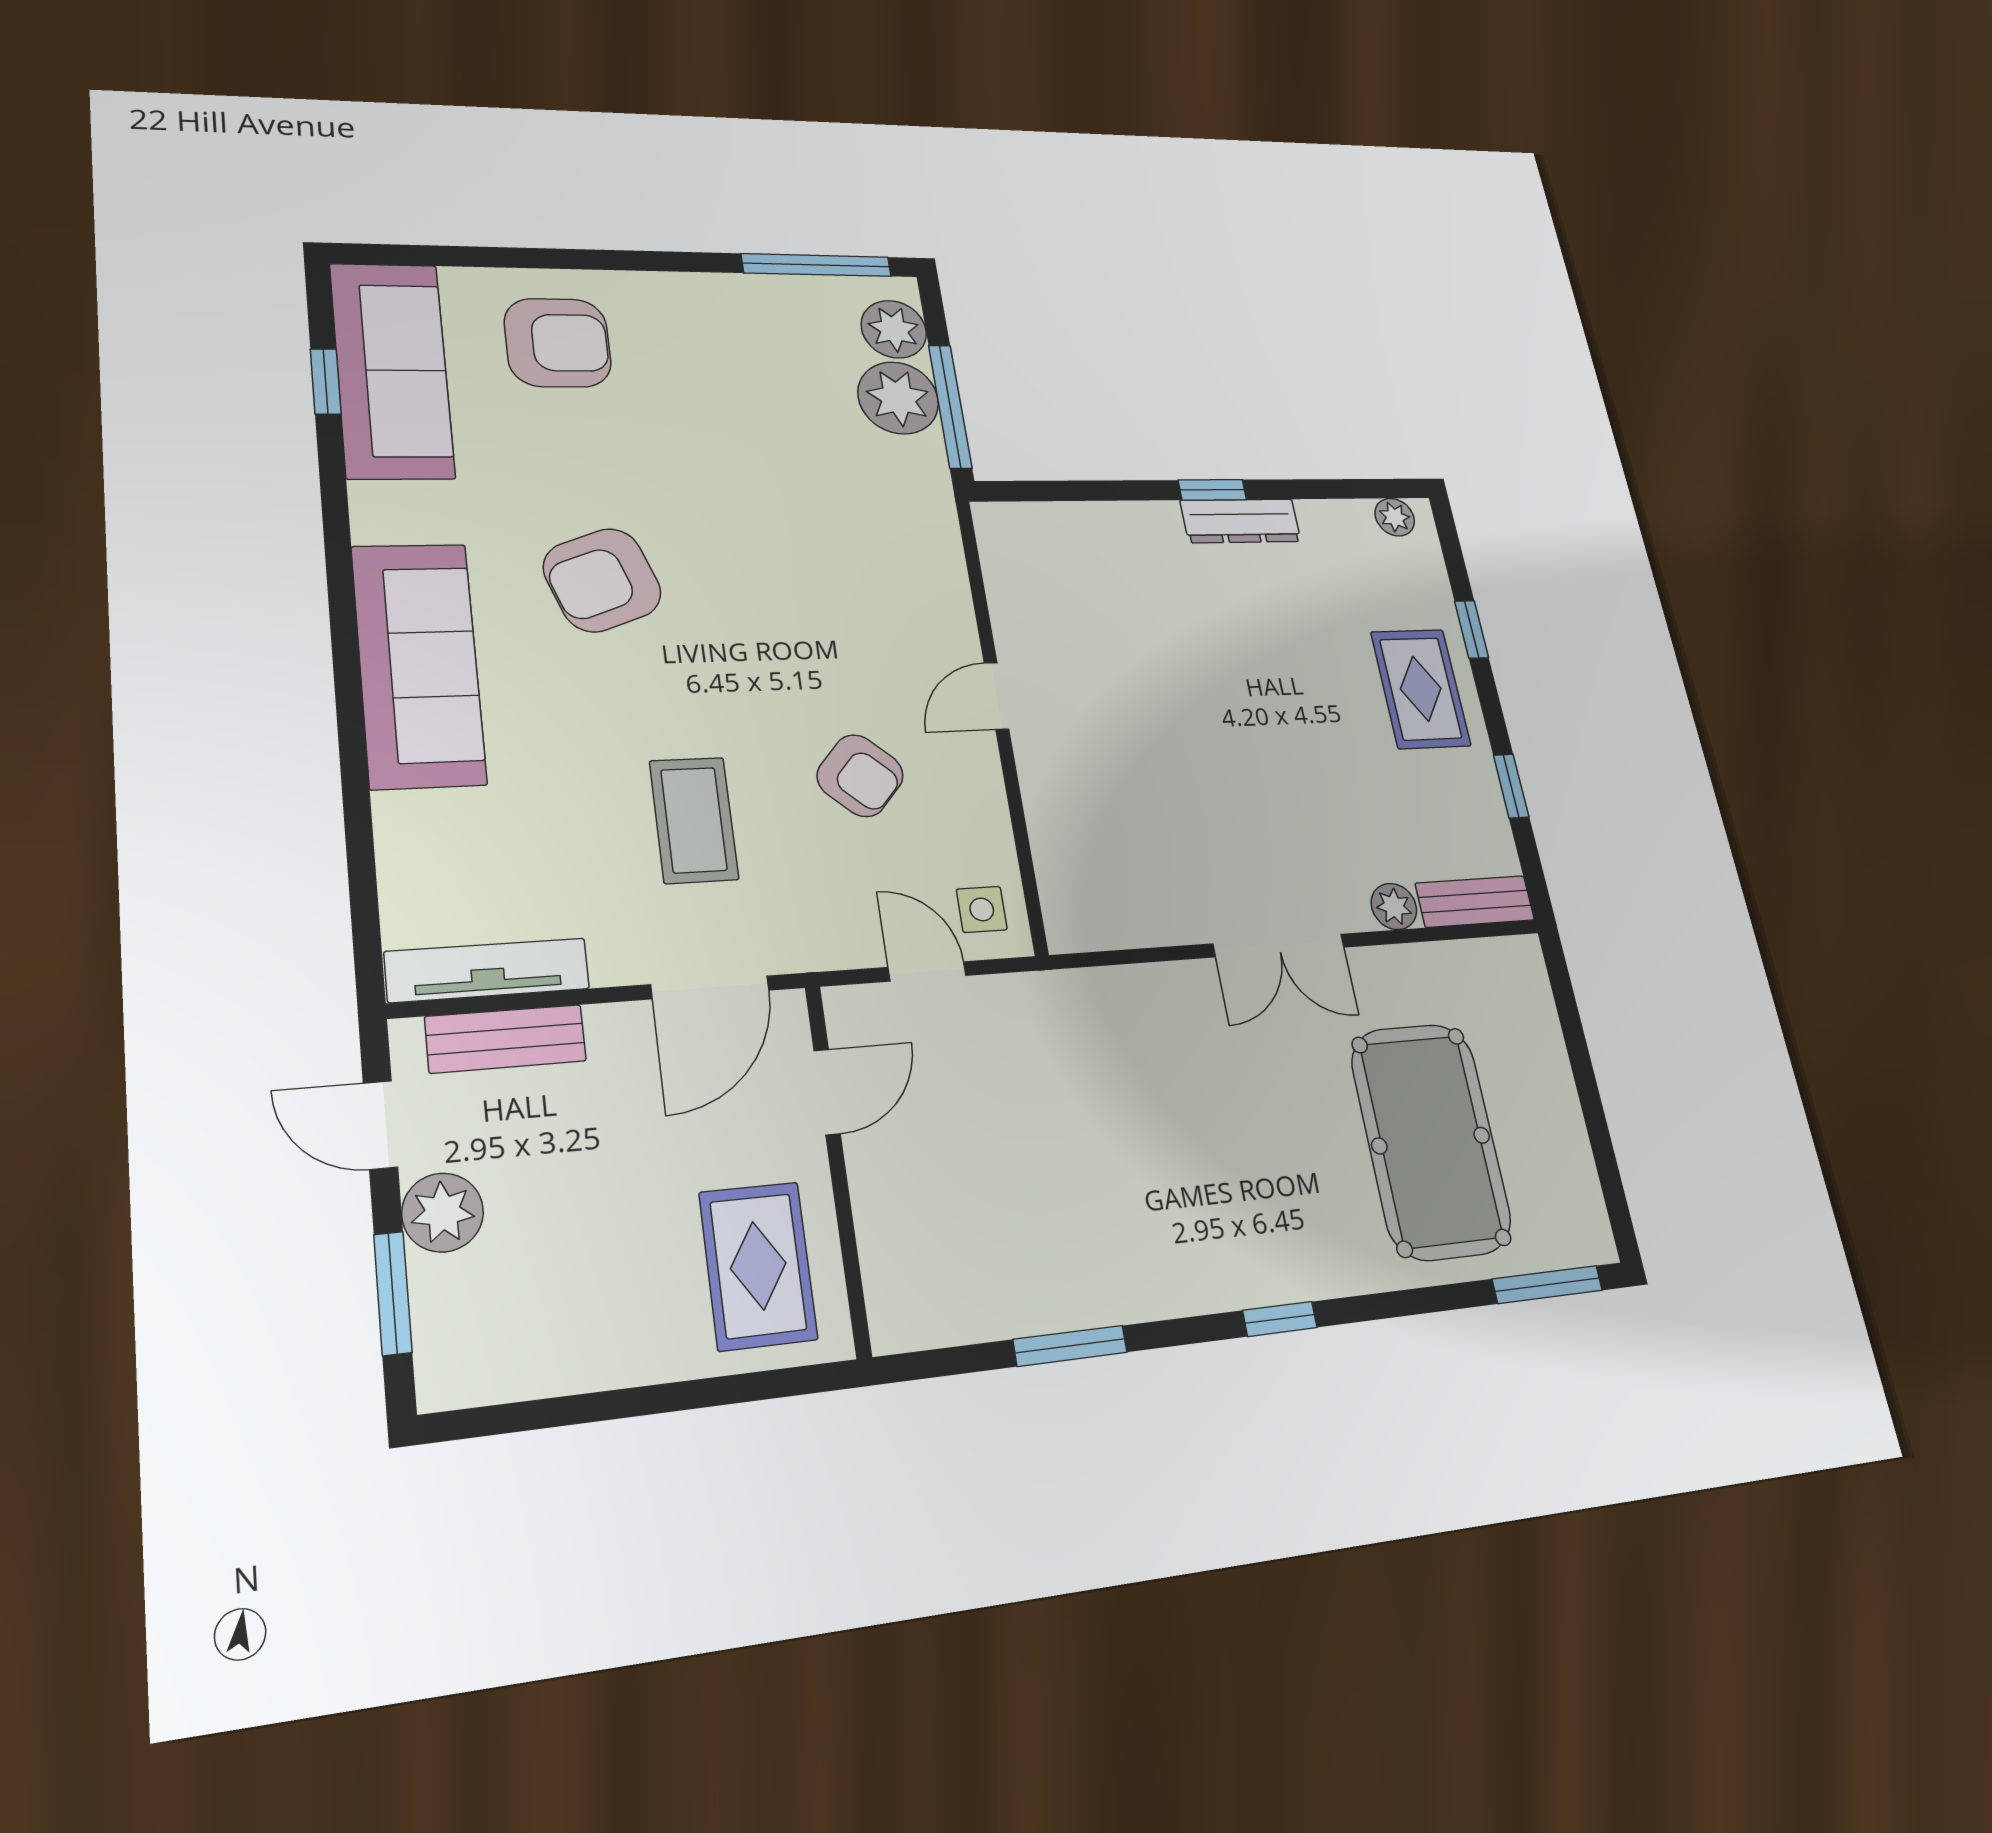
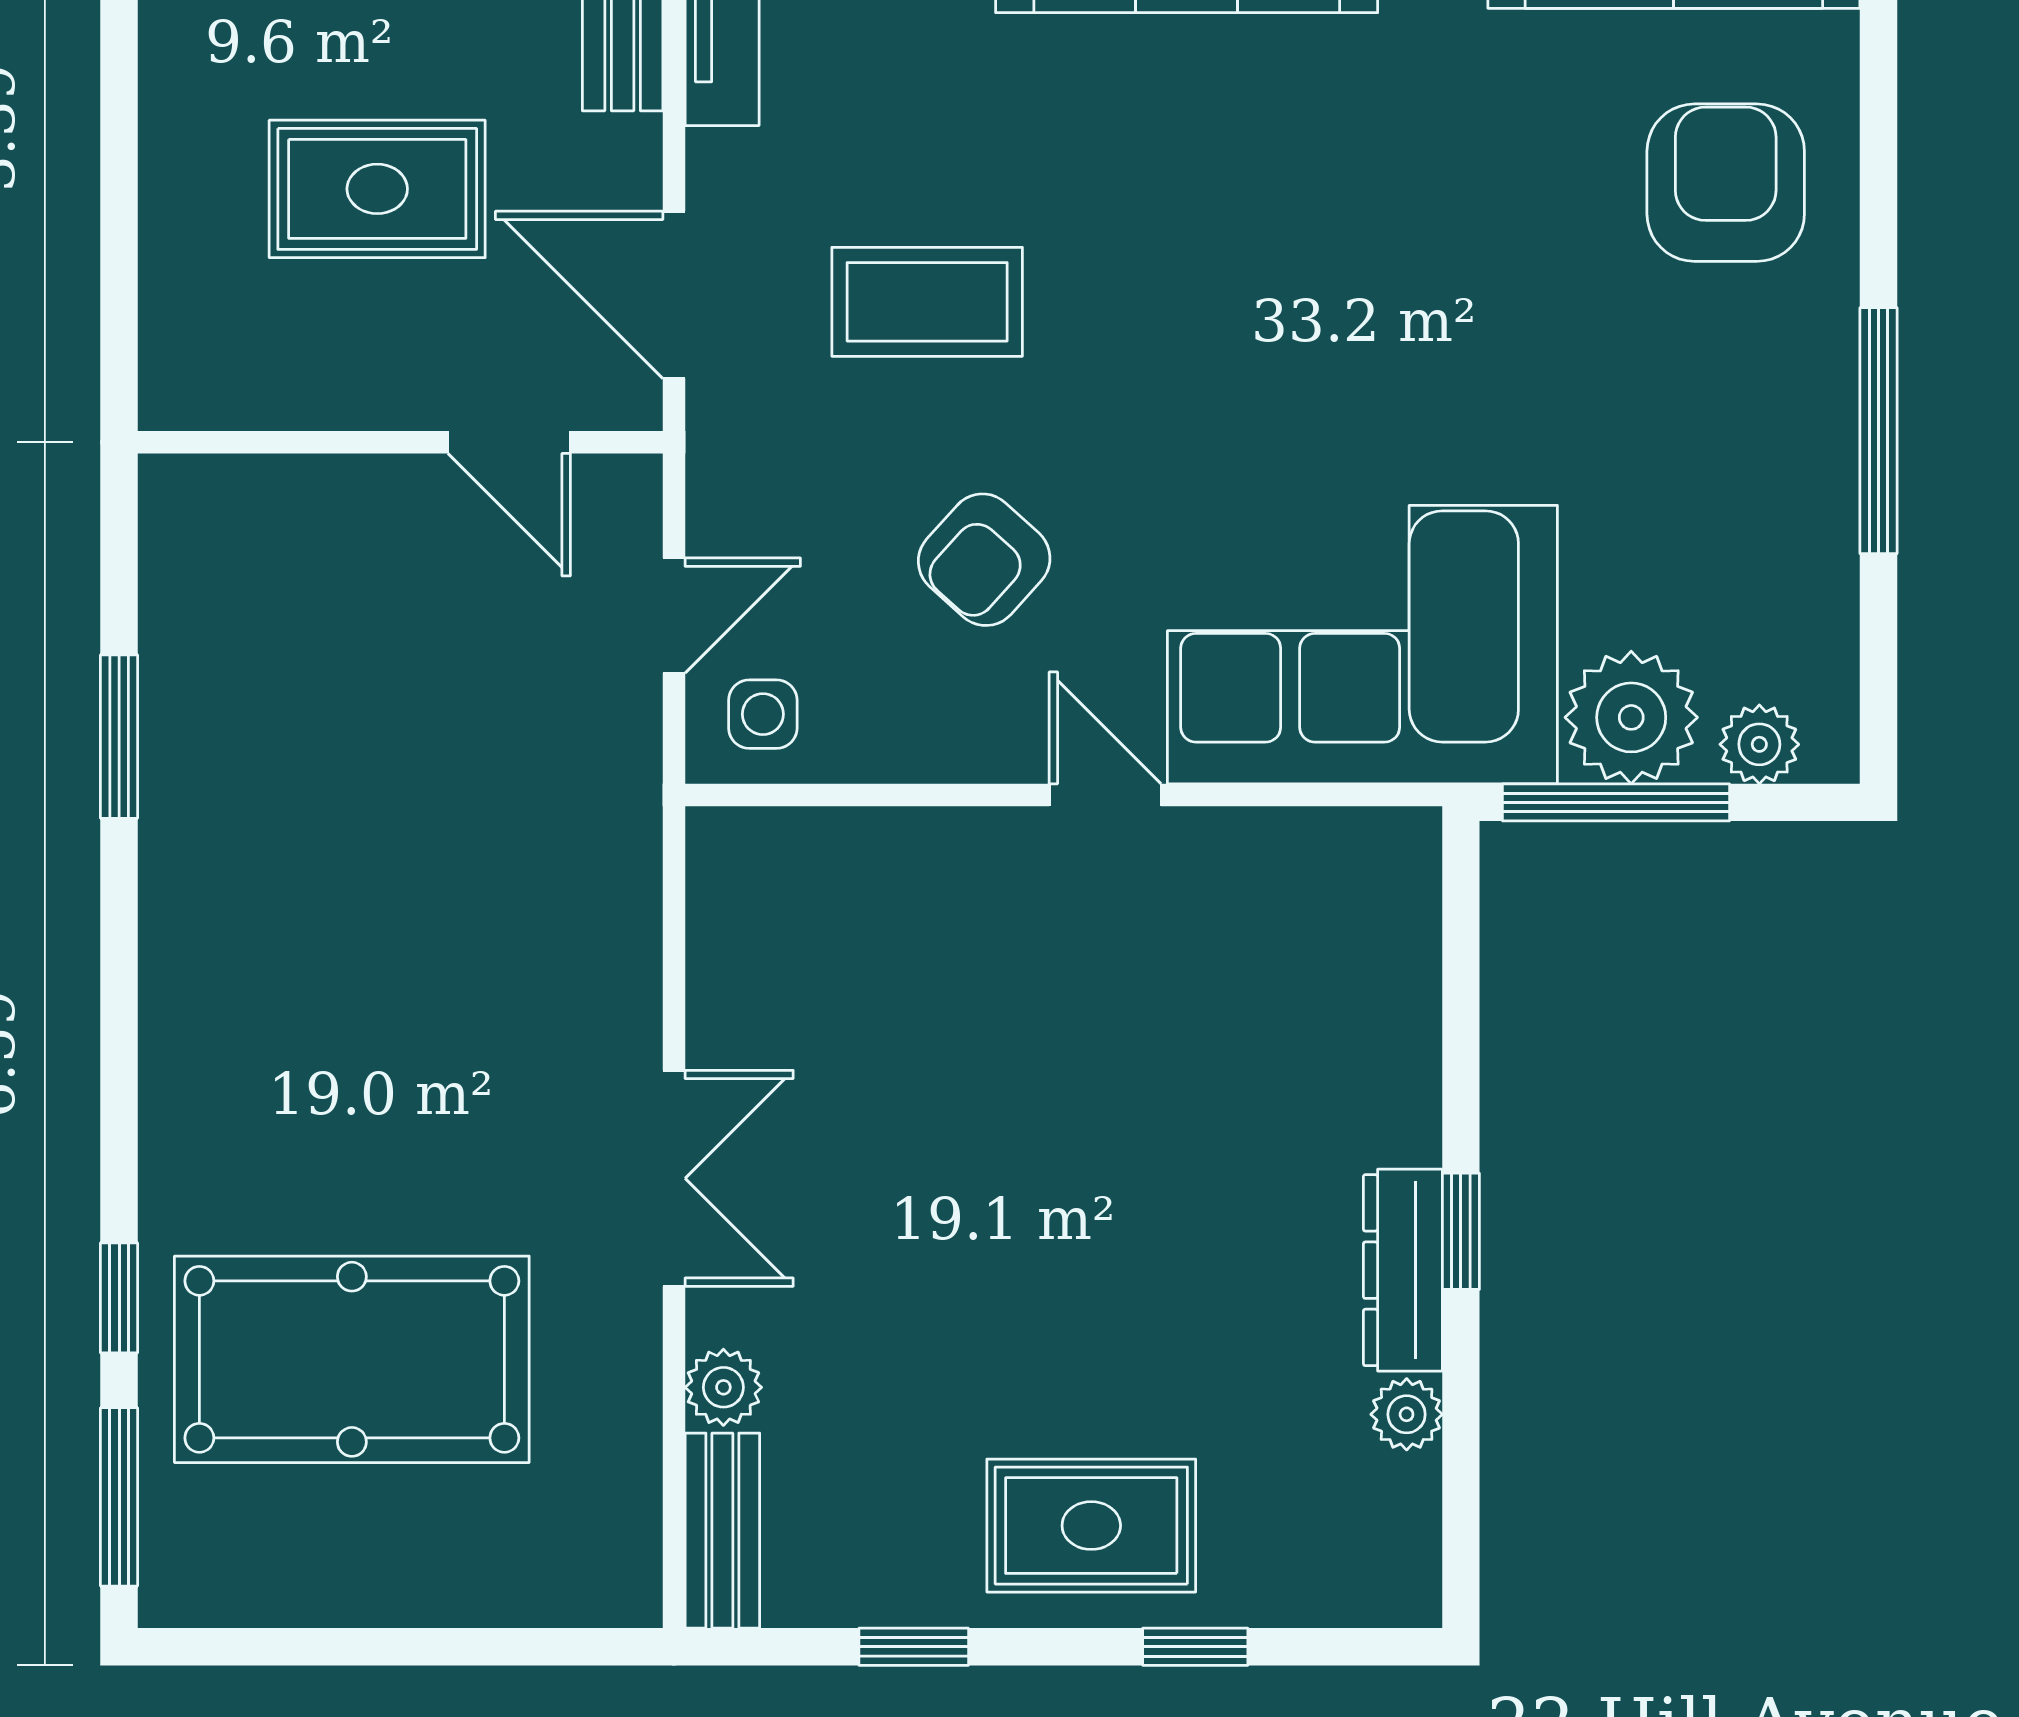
window: (817, 265) -> (1879, 431), moved
plant: (894, 329) -> (1759, 744), width x0.73, depth x0.73
armchair: (558, 343) -> (1726, 183), turned 180
plant: (1395, 517) -> (1407, 1414), moved
corner sofa: (879, 548) -> (1362, 645), added
armchair: (602, 580) -> (1316, 209), removed
double door: (1279, 945) -> (674, 1178), swing flipped
rug: (758, 1266) -> (377, 189), moved
window: (1280, 1319) -> (119, 1298), moved

